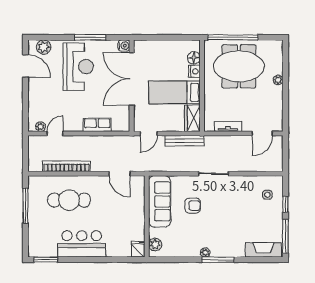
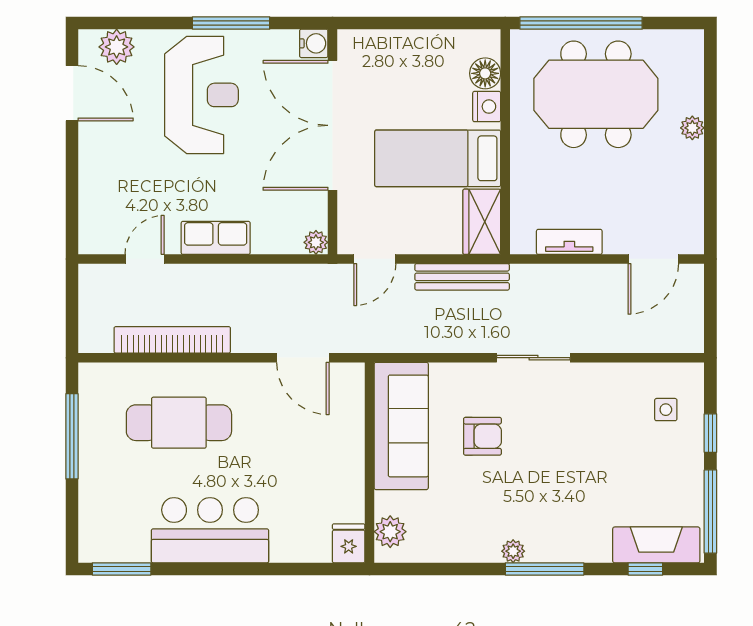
row of seats: (97, 125) -> (216, 238), moved
plant: (41, 127) -> (316, 242), moved
window: (259, 260) -> (645, 569), added

